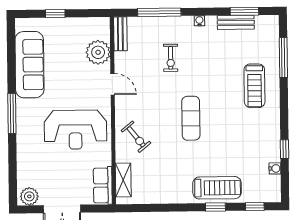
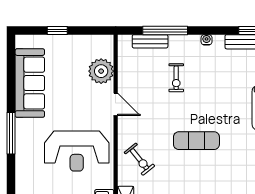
bench: (120, 34) -> (150, 41), moved, turned 90
exercise mat: (191, 118) -> (196, 141), turned 90

